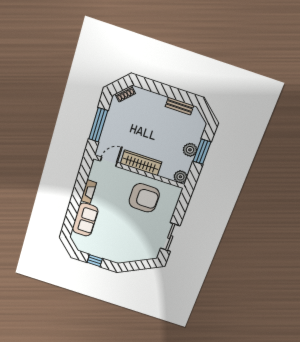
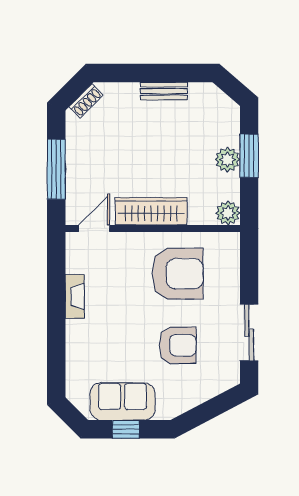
bench: (180, 106) -> (164, 91), moved
sofa: (85, 220) -> (123, 401), moved, turned -90
armchair: (133, 231) -> (178, 345), added

